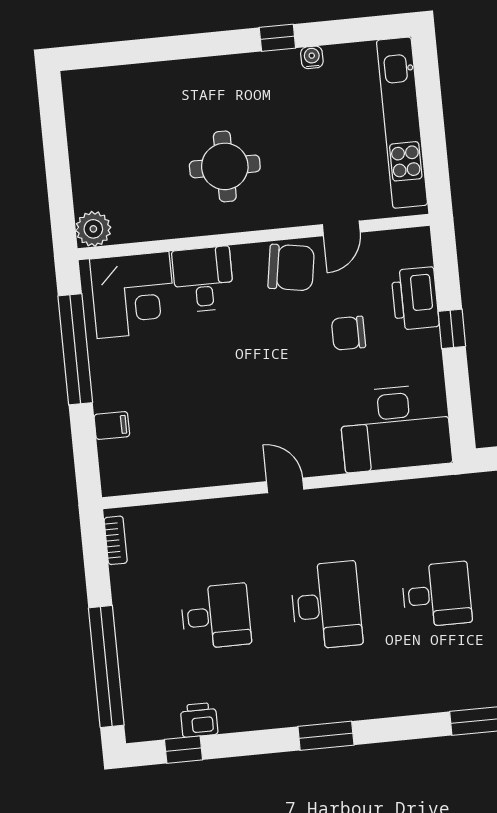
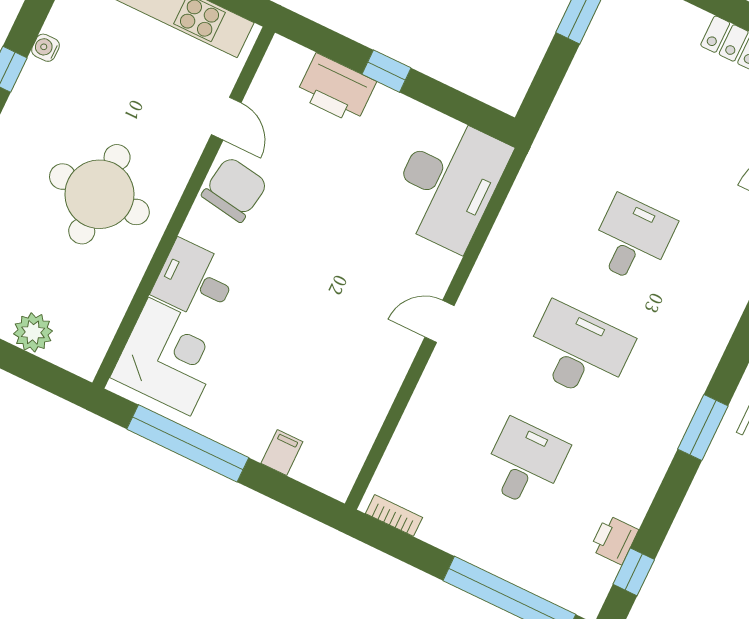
round table: (225, 166) -> (99, 194), width x1.36, depth x1.36
plant: (93, 229) -> (33, 332), moved
chair: (348, 333) -> (331, 173), removed

